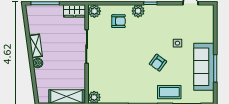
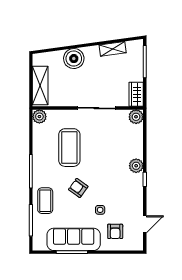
armchair: (119, 21) -> (115, 231), moved
shelving: (36, 46) -> (113, 49), moved
boiler: (38, 63) -> (74, 59), width x1.86, depth x1.86
coffee table: (122, 71) -> (69, 148), added

